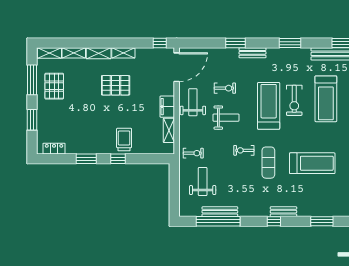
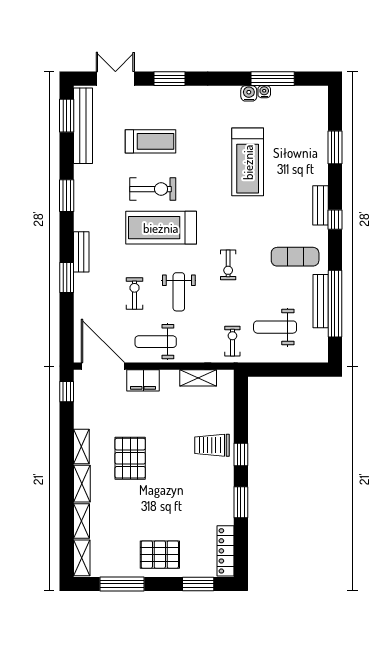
pallet: (54, 86) -> (160, 555), moved
treadmill: (326, 99) -> (150, 141), width x0.73, depth x0.73
filing cabinet: (167, 107) -> (143, 380), moved
weight bench: (226, 118) -> (179, 292), turned 180
window: (32, 120) -> (198, 584), moved
locker: (54, 149) -> (226, 551), width x1.53
exercise mat: (268, 163) -> (295, 257), moved
treadmill: (312, 163) -> (248, 162), turned 180

